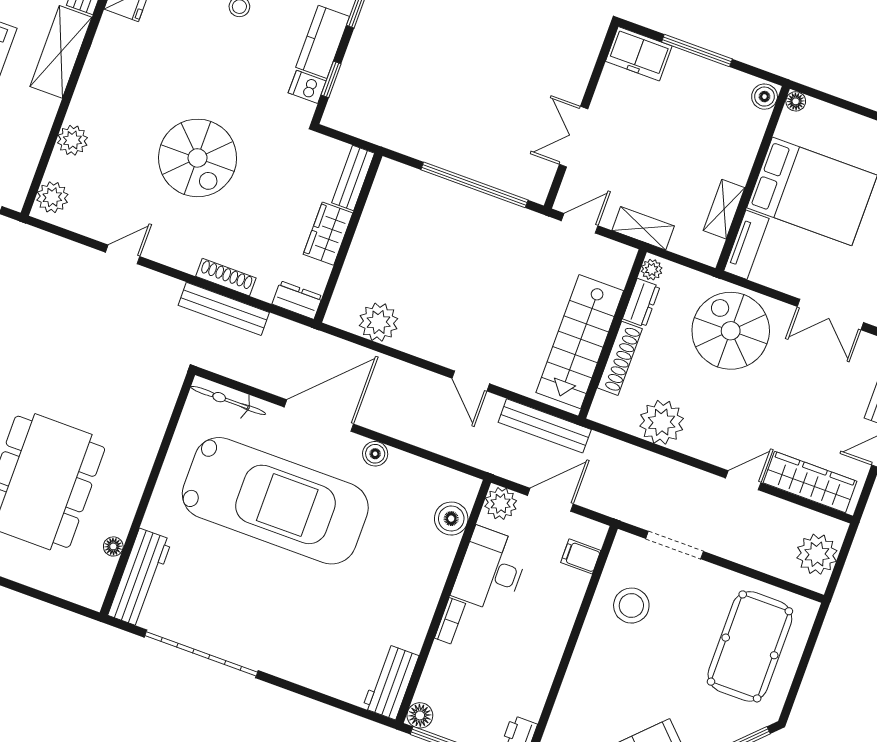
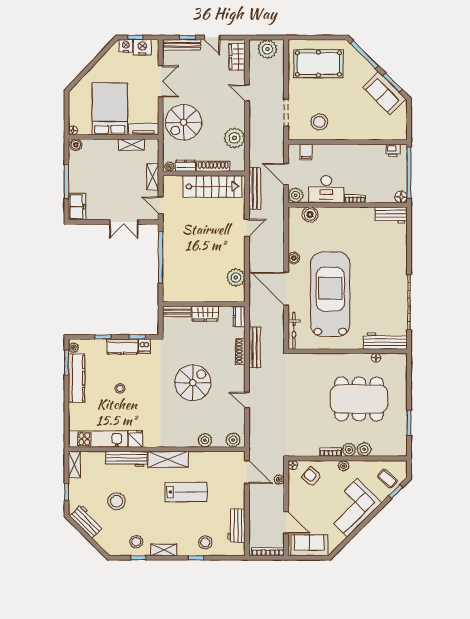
wardrobe: (810, 482) -> (237, 57), width x0.67

